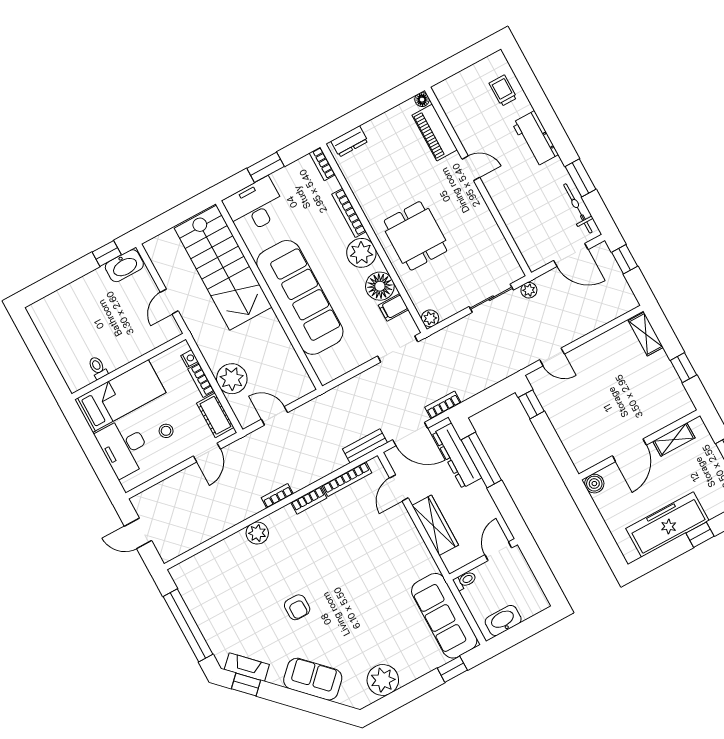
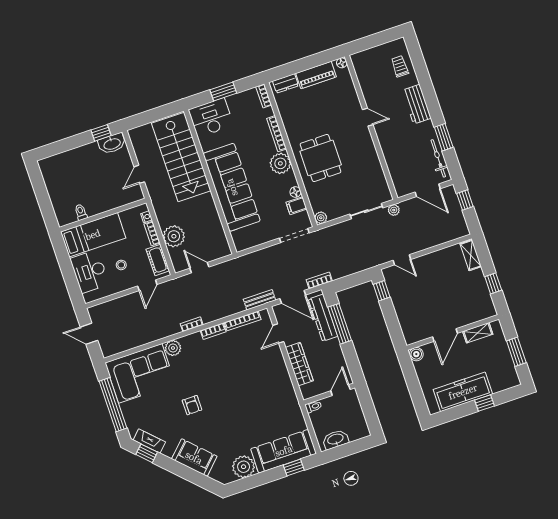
piano: (435, 132) -> (316, 75), moved, turned -90
floor lamp: (380, 286) -> (295, 192), width x0.53, depth x0.53
corner sofa: (218, 576) -> (140, 373), added
sofa: (444, 616) -> (284, 451), moved, turned 90

